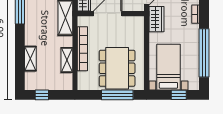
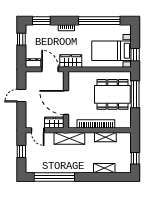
window: (179, 95) -> (135, 55), moved

